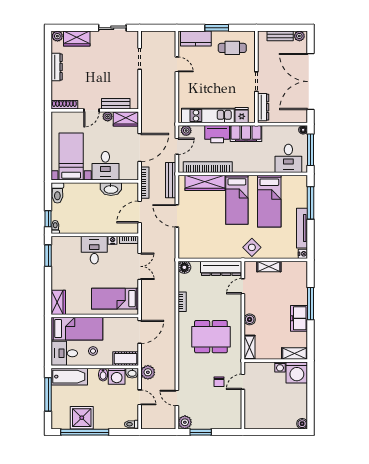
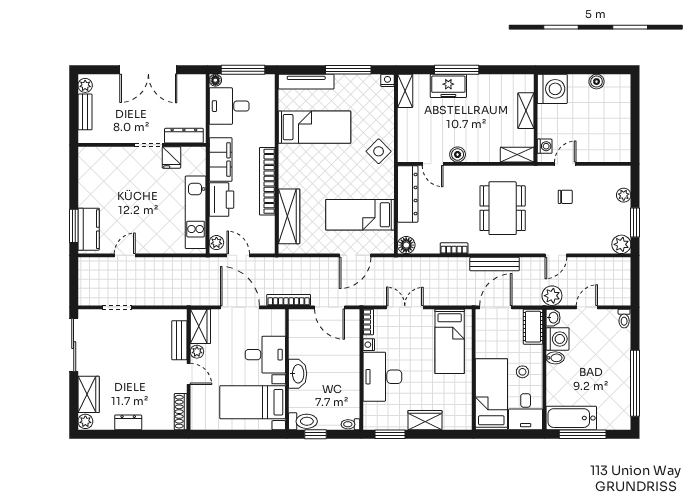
sliding door: (112, 28) -> (74, 345), width x1.37
window: (217, 28) -> (74, 226), moved
cafe table: (232, 48) -> (102, 179), removed
dresser: (57, 67) -> (128, 422), width x0.70
double door: (311, 82) -> (148, 70), width x0.73
fridge: (242, 115) -> (171, 157), moved, turned -90
desk: (288, 158) -> (229, 106), moved, turned 180
bookcase: (208, 167) -> (267, 181), moved
bench: (171, 180) -> (495, 264), moved
washbasin: (111, 189) -> (298, 374), moved
bed: (237, 200) -> (360, 215), moved, turned 180
window: (311, 203) -> (348, 70), moved
door: (177, 216) -> (355, 255), moved
window: (48, 219) -> (316, 434), moved
tv unit: (302, 228) -> (306, 82), moved
desk: (94, 250) -> (382, 377), width x1.37
shelving: (269, 266) -> (405, 91), moved
wardrobe: (58, 302) -> (425, 420), moved
freezer: (299, 318) -> (448, 86), moved
boiler: (250, 319) -> (458, 154), moved
door: (140, 332) -> (496, 307), hinge flipped
shelving: (295, 354) -> (526, 111), moved
washing machine: (280, 367) -> (545, 146), moved
bathtub: (69, 377) -> (571, 418), moved, turned -90
door: (243, 382) -> (565, 164), swing flipped
door: (177, 398) -> (556, 255), moved
shower: (82, 418) -> (615, 387), removed
plant: (220, 424) -> (624, 195), added
boiler: (302, 424) -> (597, 82), moved

